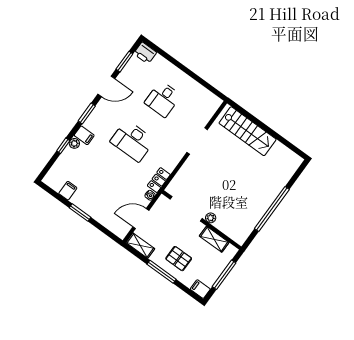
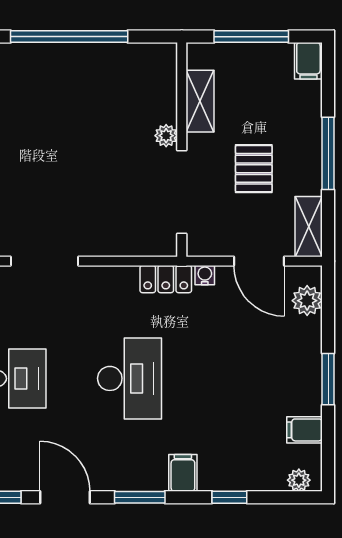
plant: (74, 143) -> (299, 480), moved
plant: (114, 226) -> (307, 301), added
pallet: (179, 259) -> (254, 169), moved

